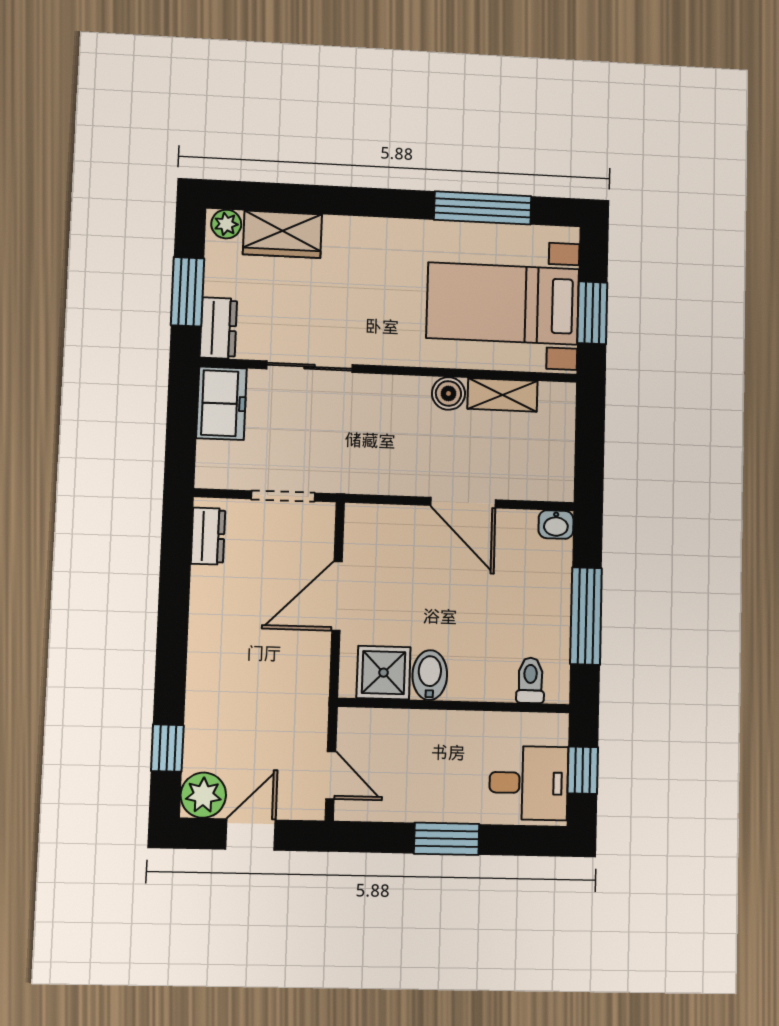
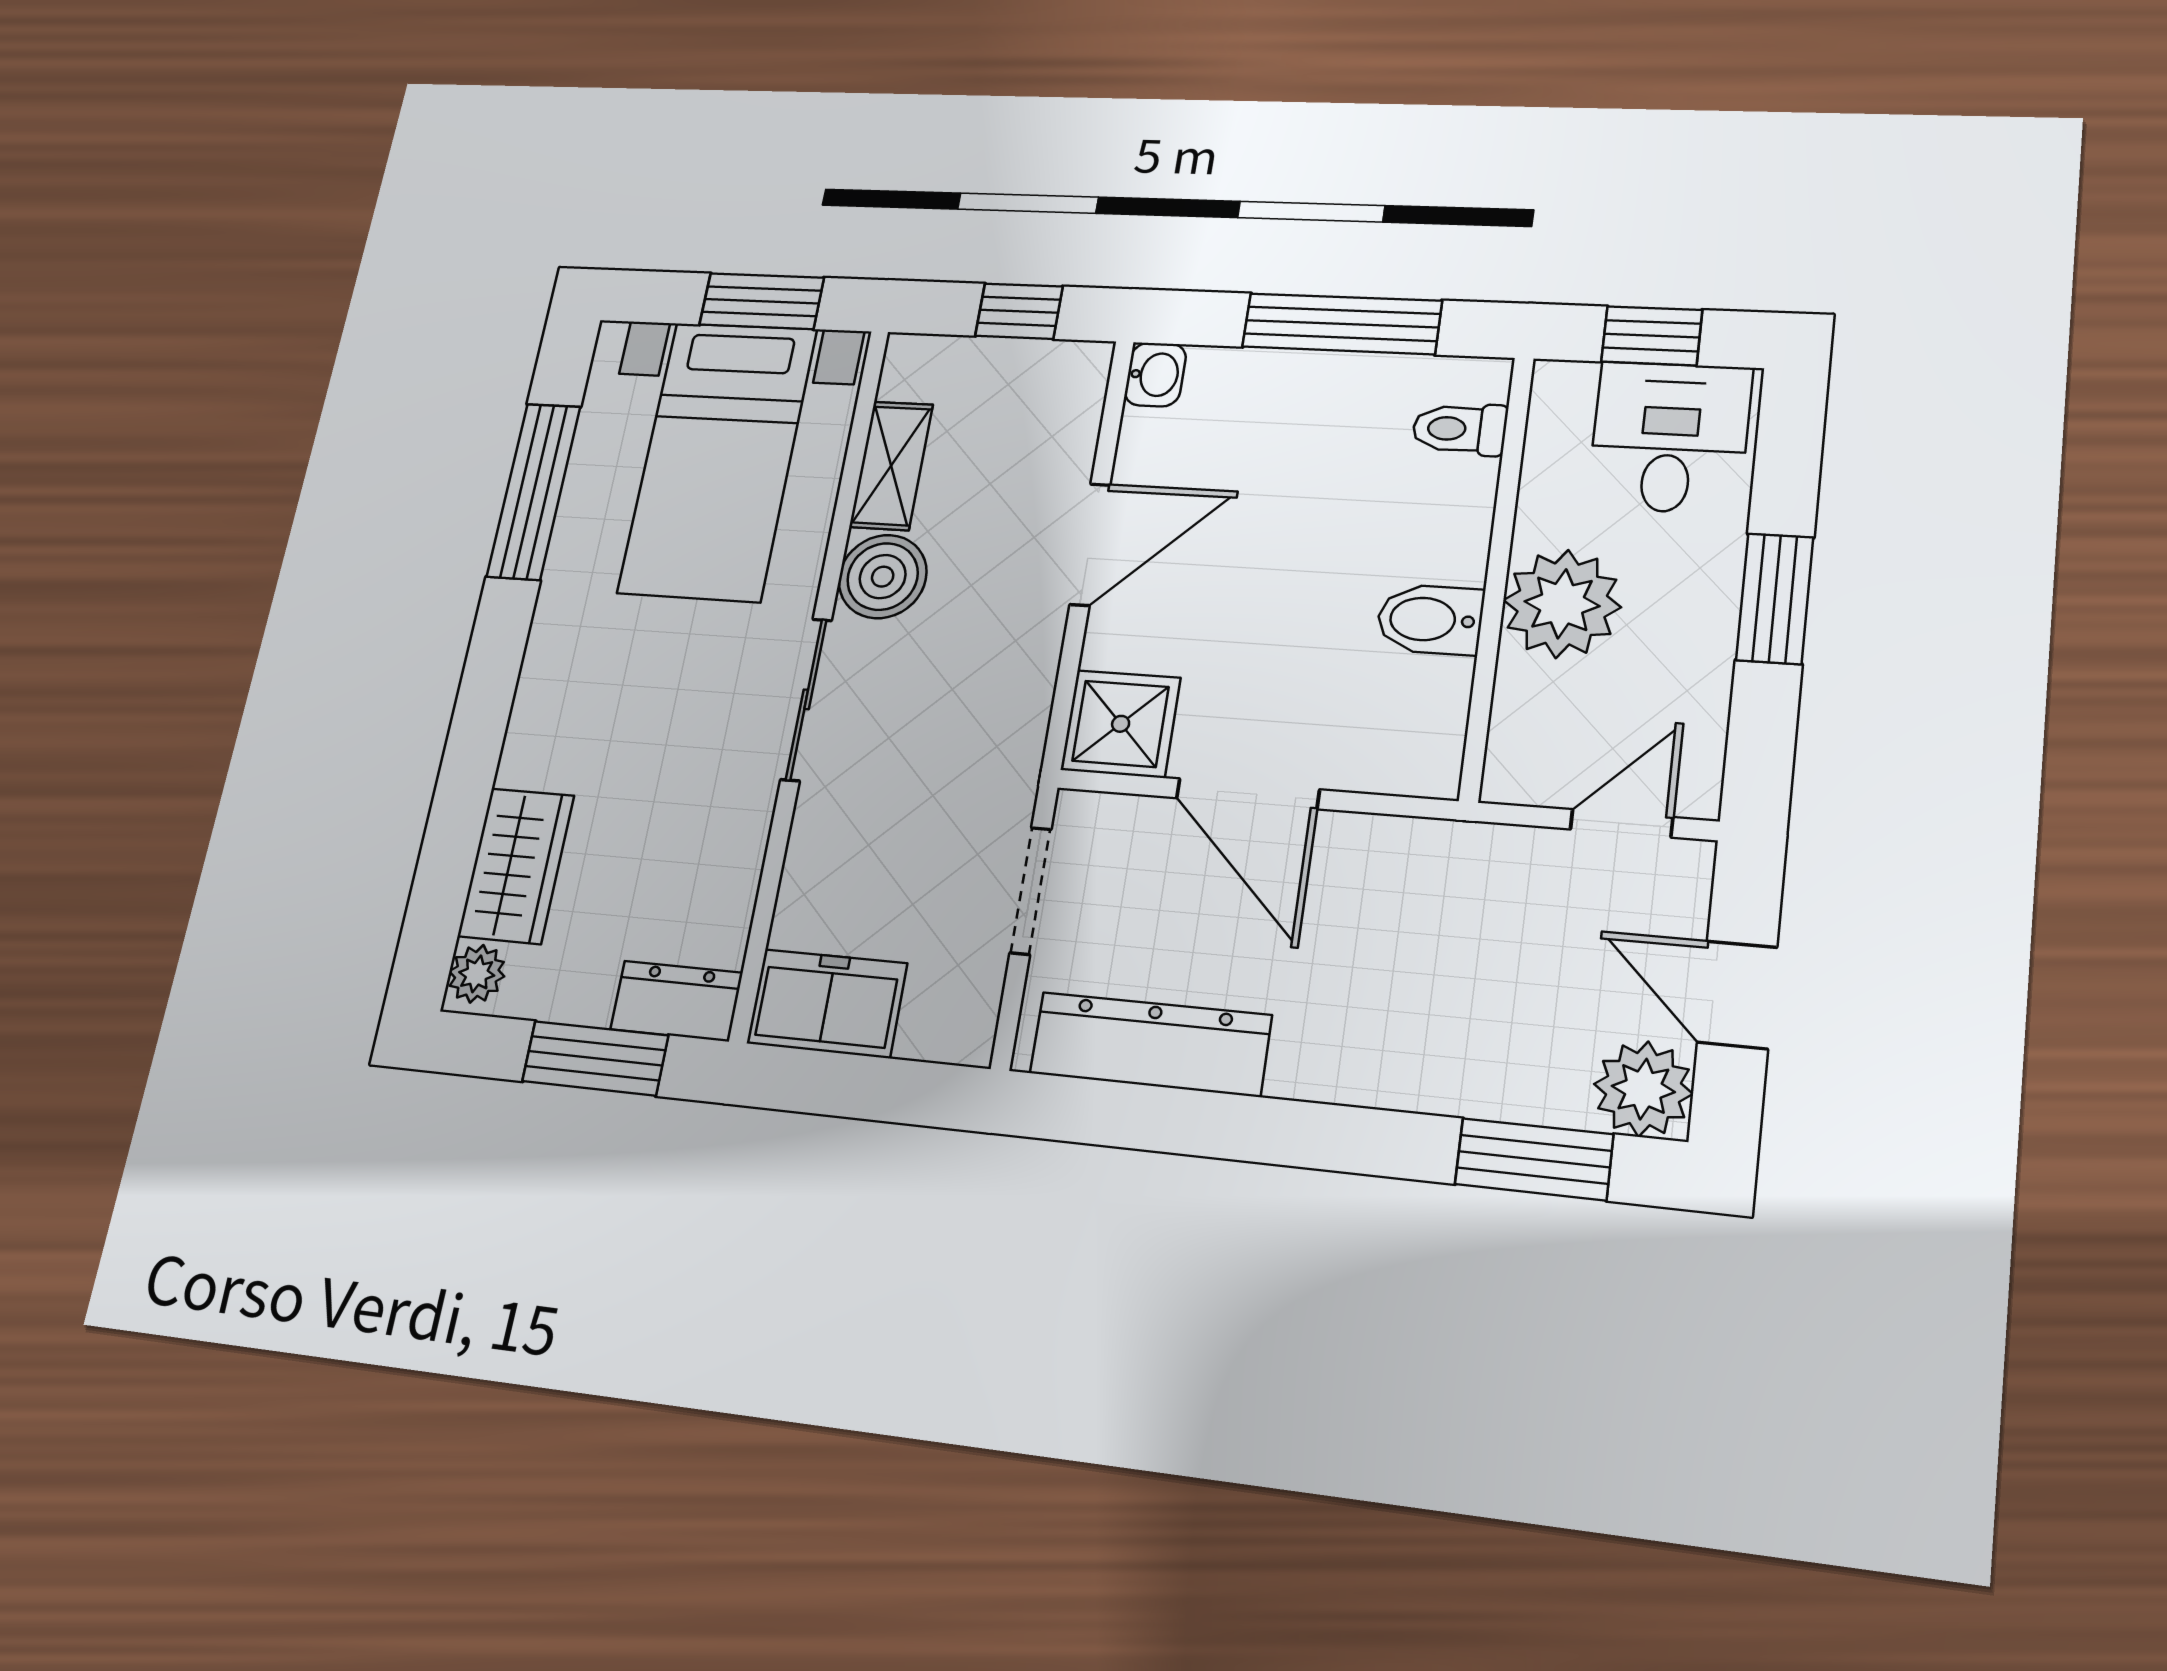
sliding door: (309, 367) -> (806, 699), moved
boiler: (448, 393) -> (883, 577), width x1.36, depth x1.36
window: (589, 450) -> (1019, 311), added
dresser: (208, 536) -> (1150, 1044), width x1.96, depth x1.24
shower: (384, 673) -> (1121, 724), moved
plant: (440, 738) -> (1562, 604), added
window: (167, 748) -> (1534, 1159), width x1.50

